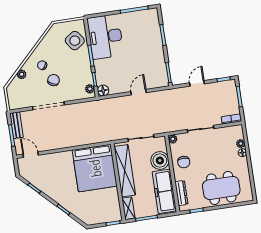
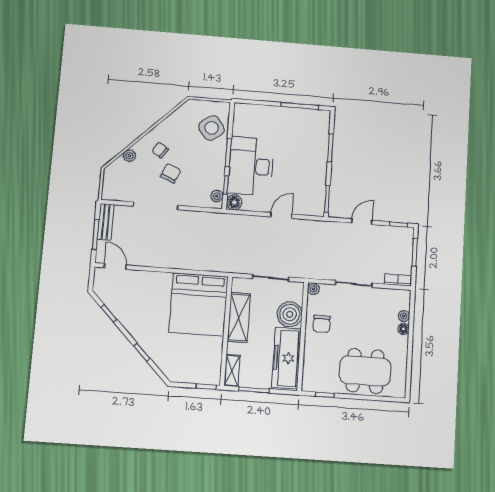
desk: (105, 37) -> (251, 166), moved
shelving: (125, 171) -> (239, 318), width x0.68
dresser: (181, 193) -> (309, 366), removed

